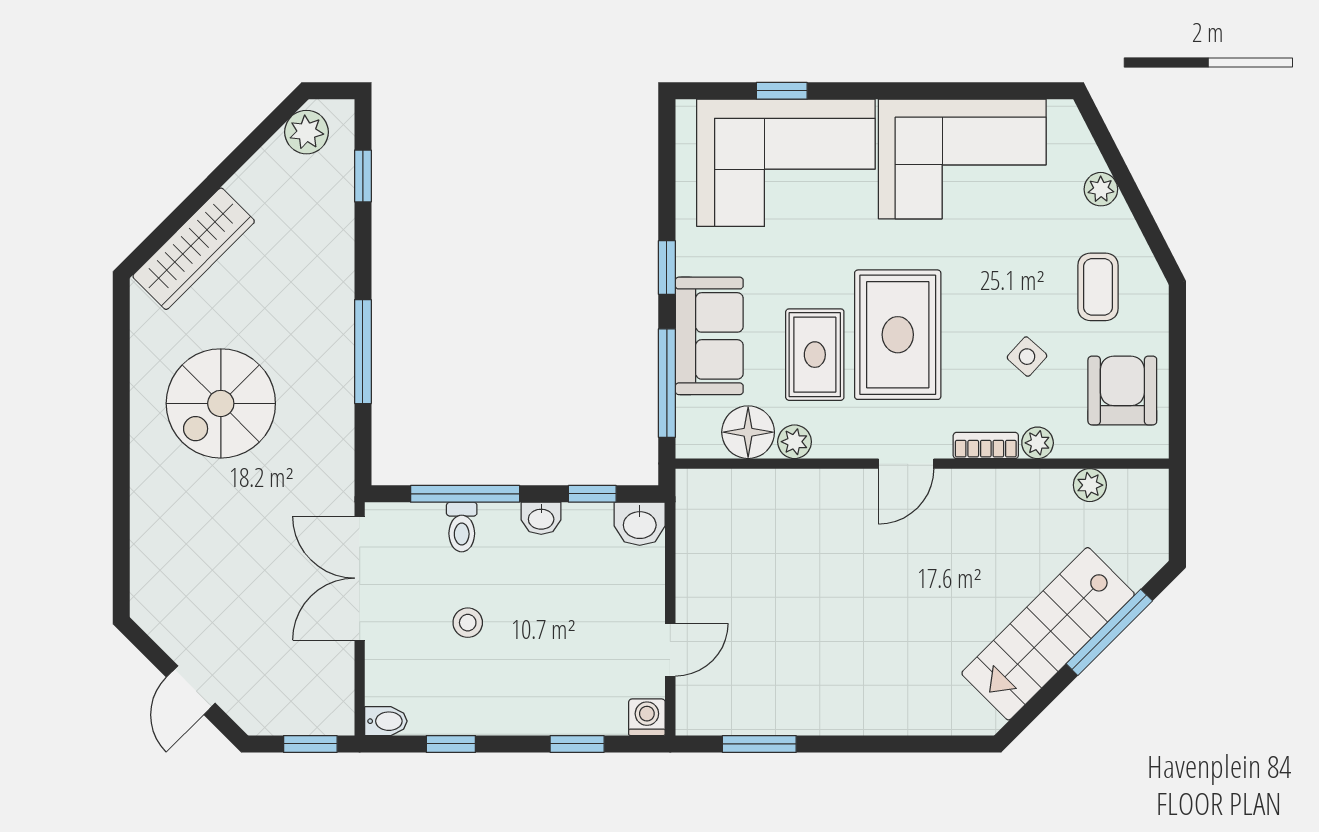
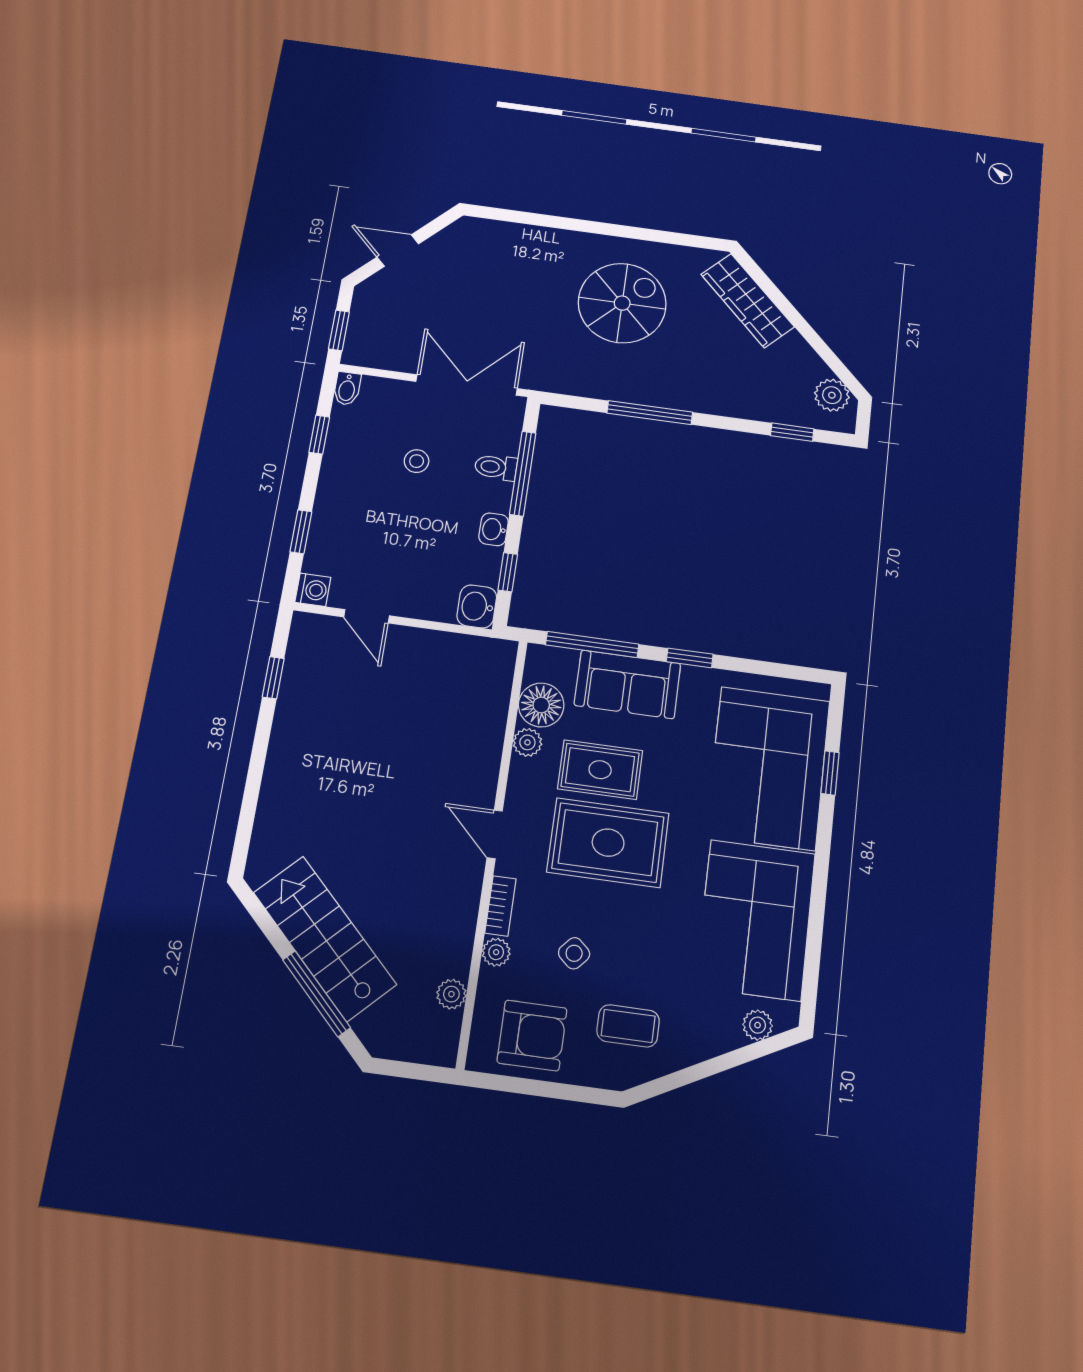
plant: (1101, 189) -> (758, 1025), moved
spiral stairs: (221, 403) -> (622, 303), turned 90
window: (759, 744) -> (273, 678), width x0.67

